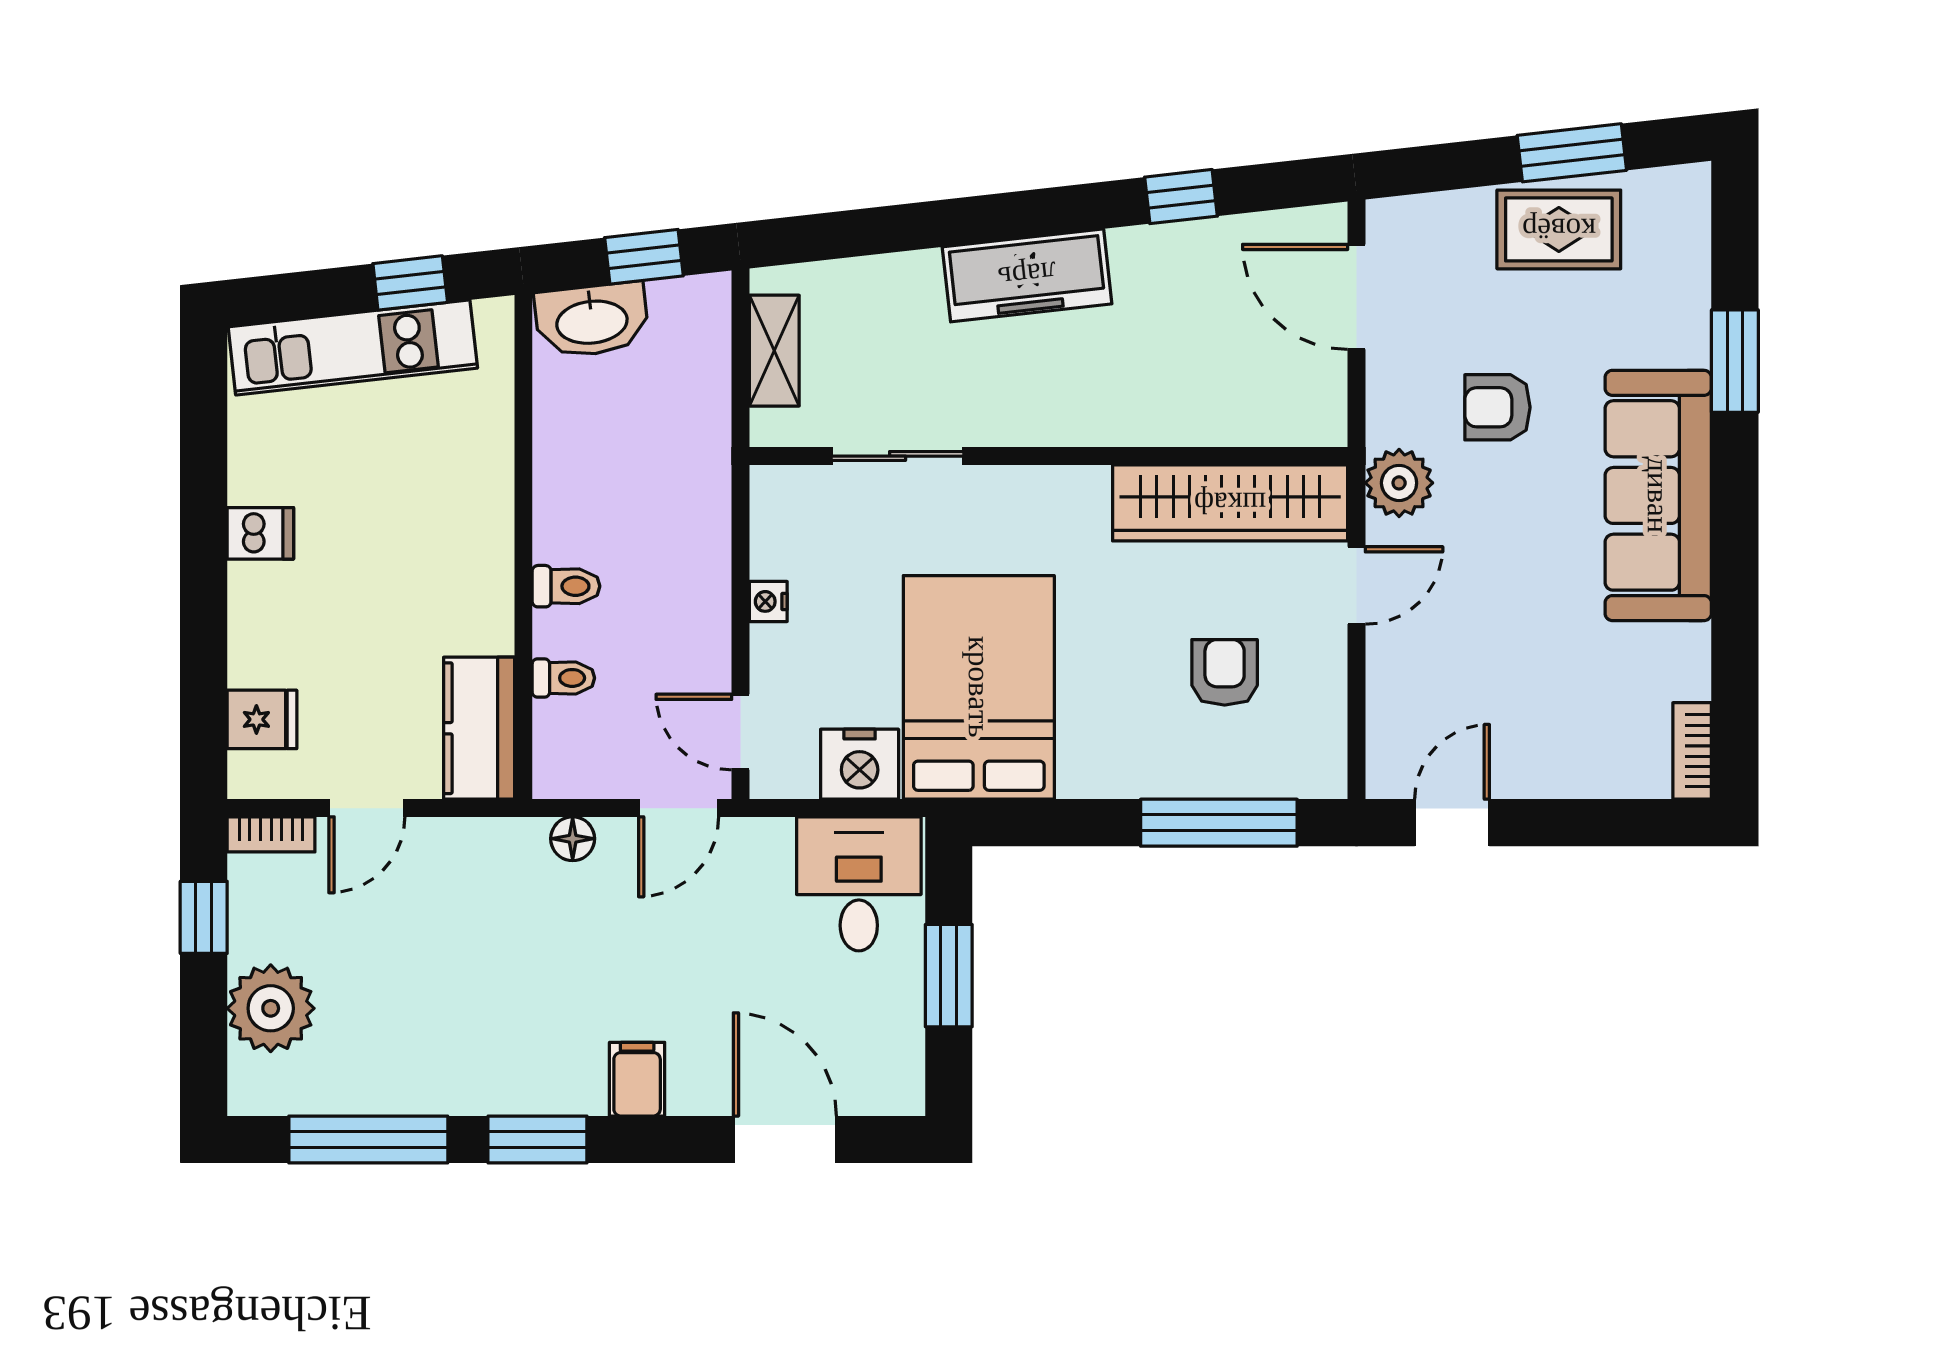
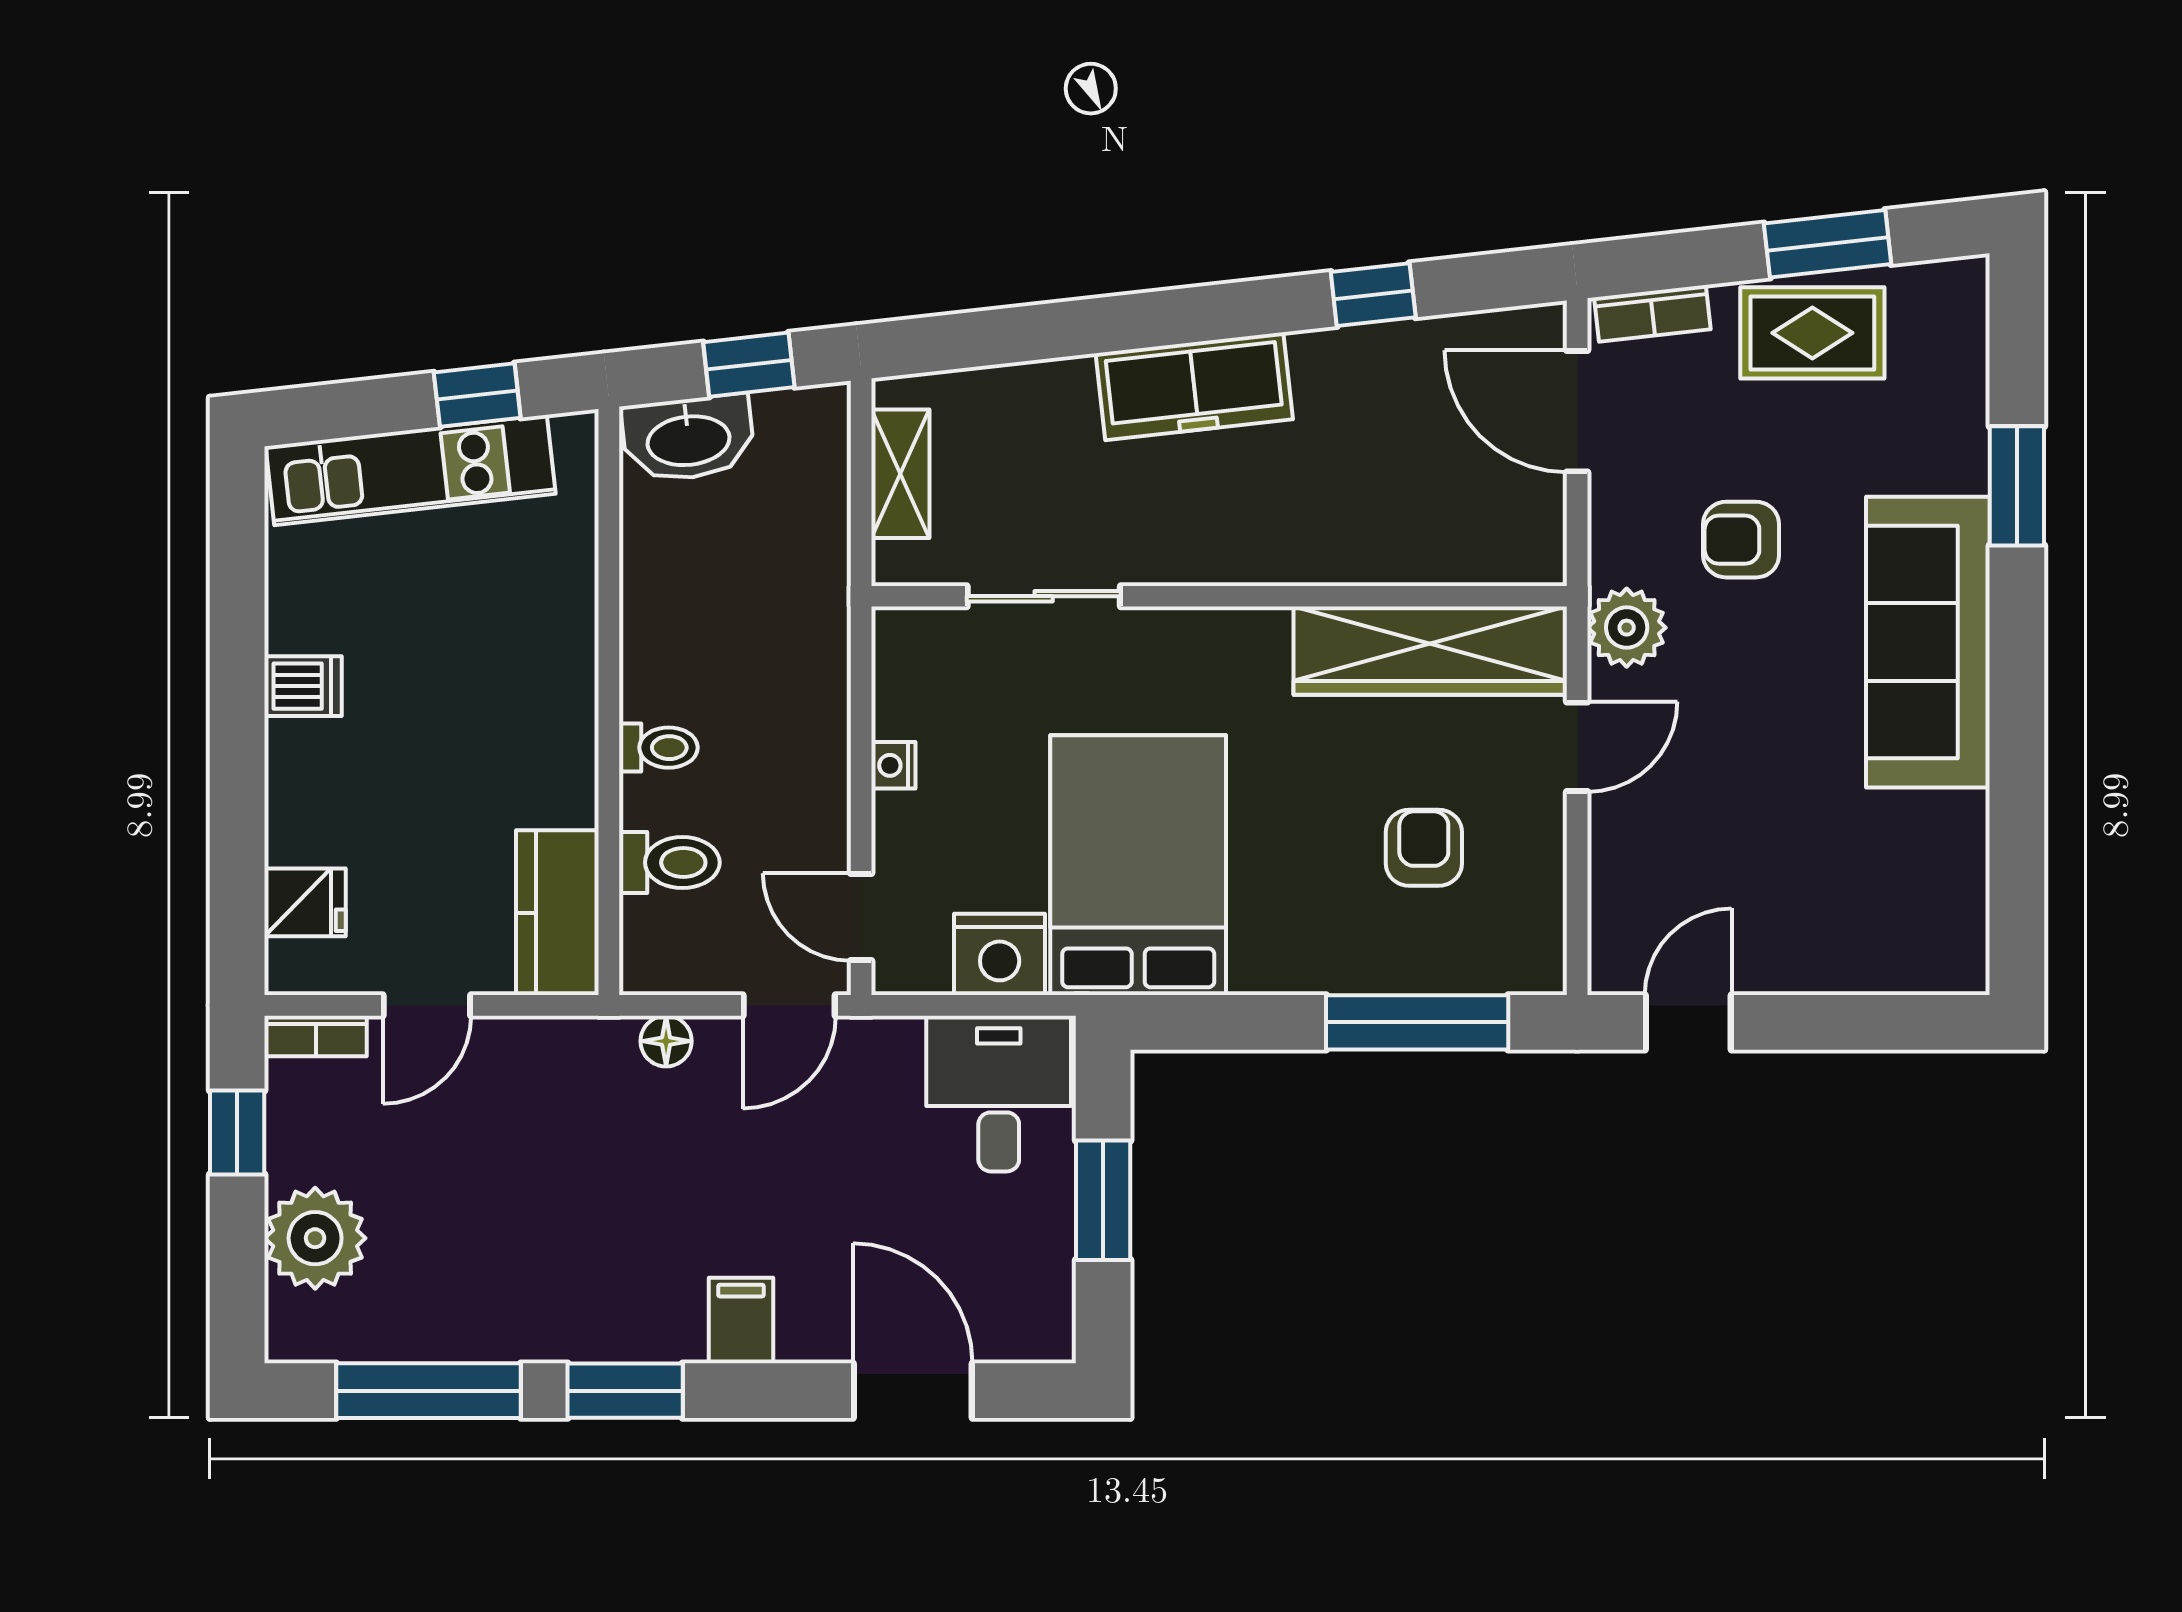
toilet: (563, 678) -> (669, 863), width x1.37, depth x1.39
bookcase: (1692, 751) -> (1652, 313), moved, turned -96

